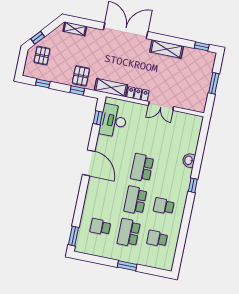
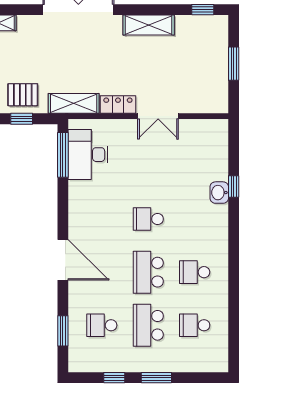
pallet: (81, 76) -> (23, 95), turned 90
window: (98, 118) -> (63, 155), width x2.17
door: (89, 163) -> (63, 260), moved
school desk: (142, 168) -> (148, 219), width x0.54
window: (193, 185) -> (234, 186), moved
window: (74, 236) -> (63, 331), moved
window: (101, 260) -> (114, 378), added

